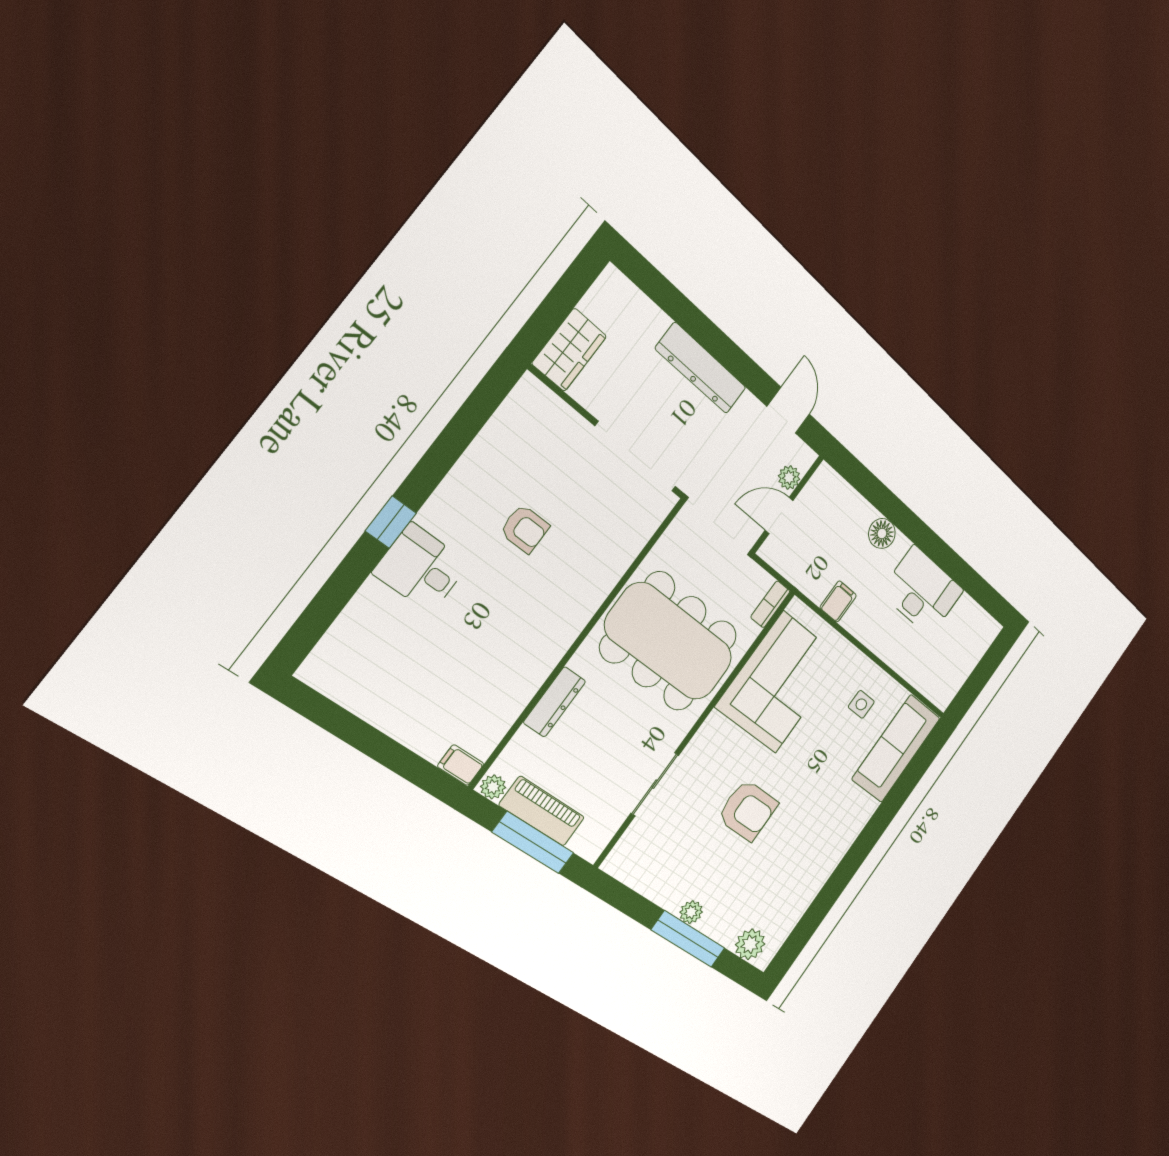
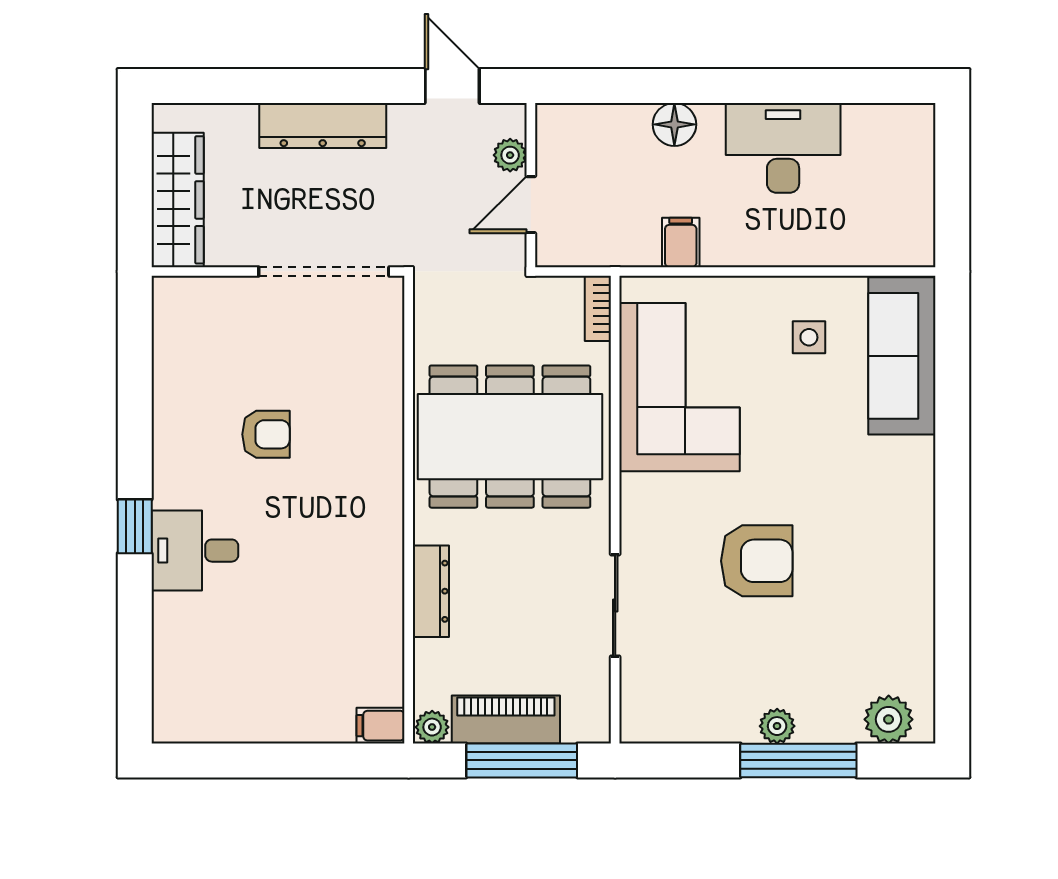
wardrobe: (569, 350) -> (178, 200), width x1.50

